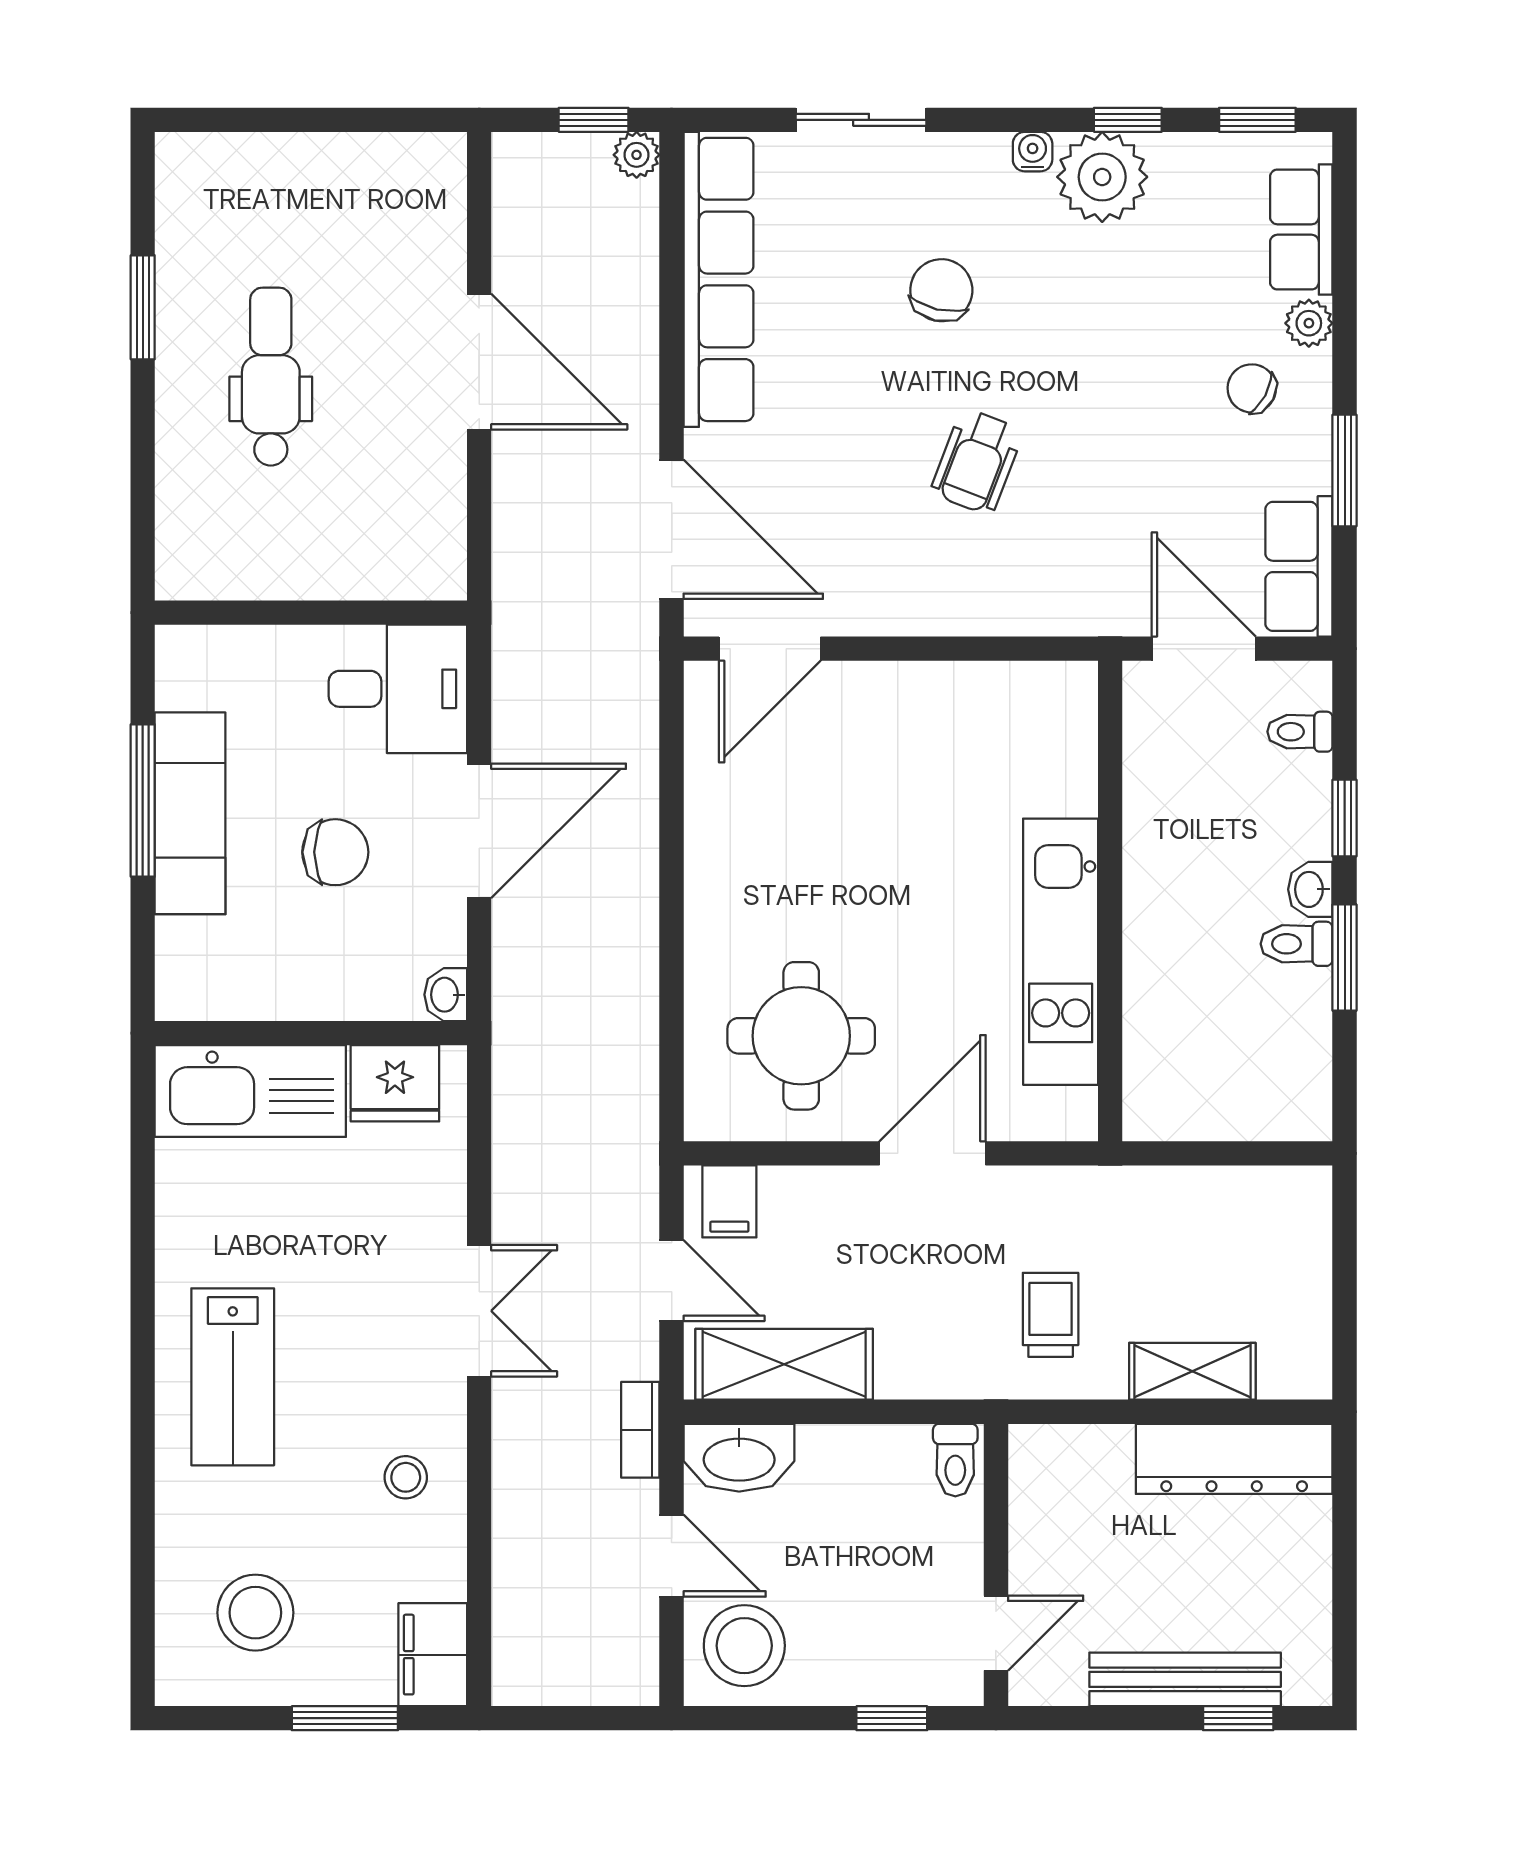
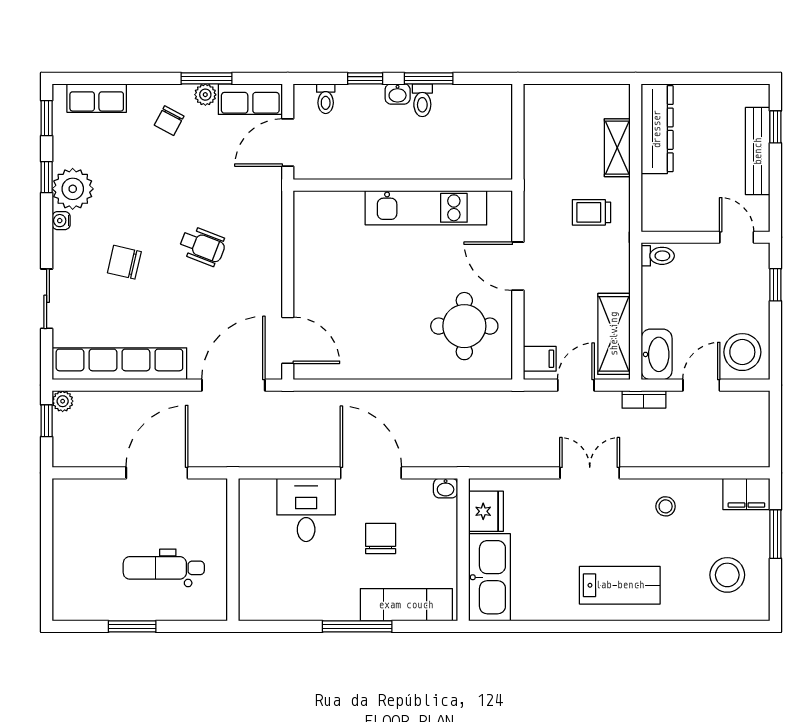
plant: (1309, 323) -> (205, 95), moved
wall: (311, 613) -> (233, 550), moved
exam couch: (190, 813) -> (406, 605), moved

